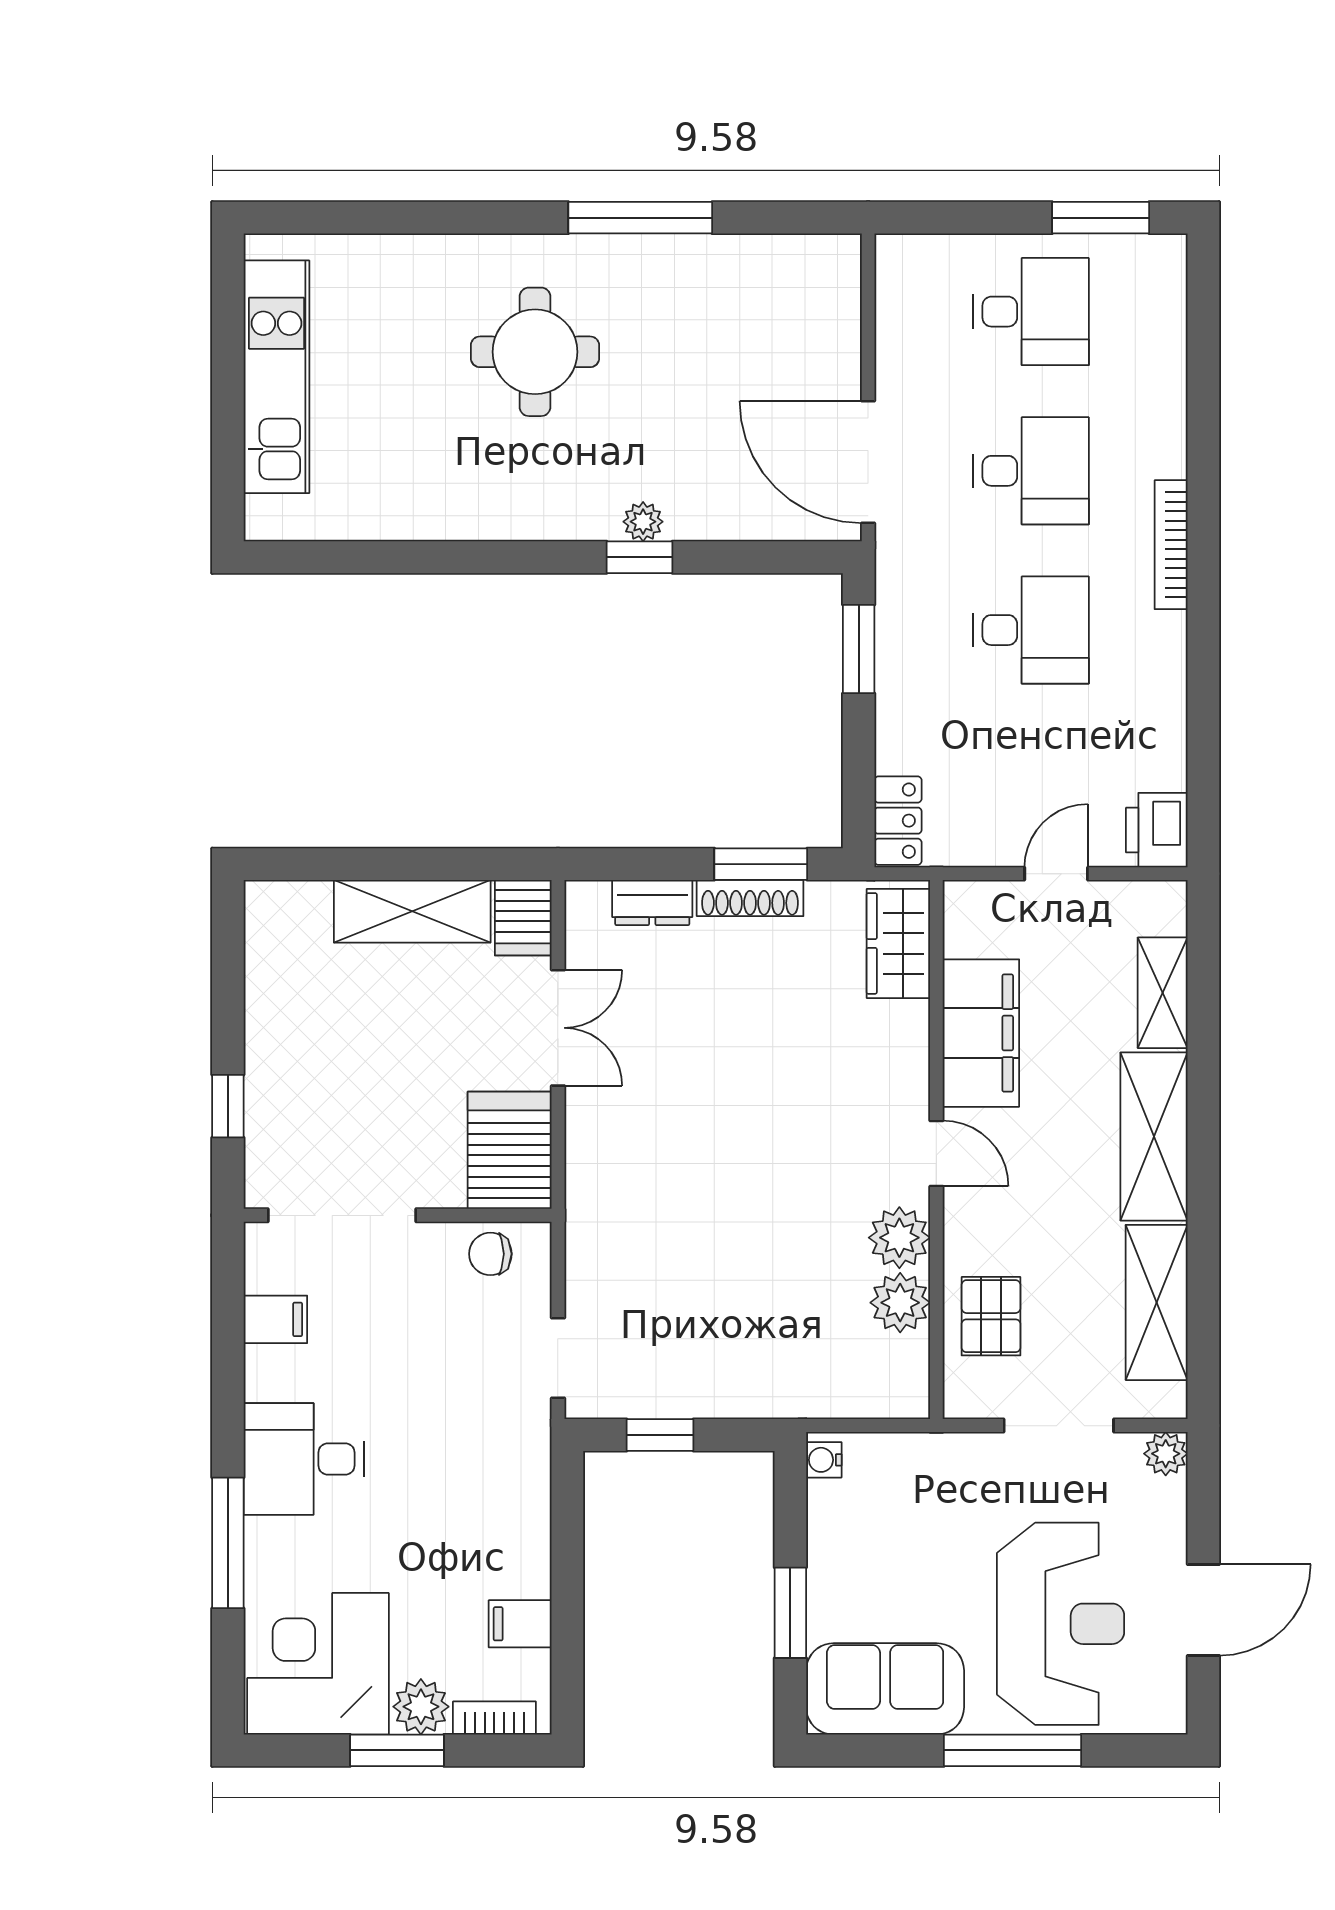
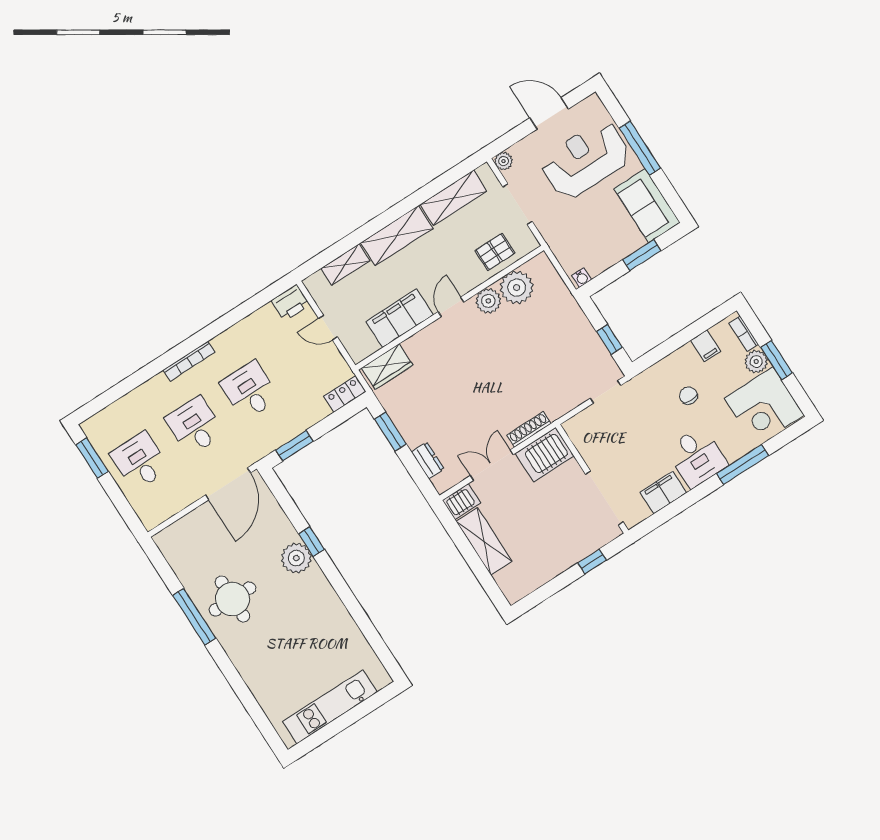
round table: (535, 352) -> (232, 599), moved
plant: (643, 522) -> (296, 558), width x1.87, depth x1.87
shoe rack: (750, 898) -> (529, 429), moved, turned -90
chair: (490, 1254) -> (688, 396), moved, turned 180
plant: (900, 1303) -> (517, 288), width x1.36, depth x1.36
filing cabinet: (275, 1319) -> (663, 492), width x2.00

